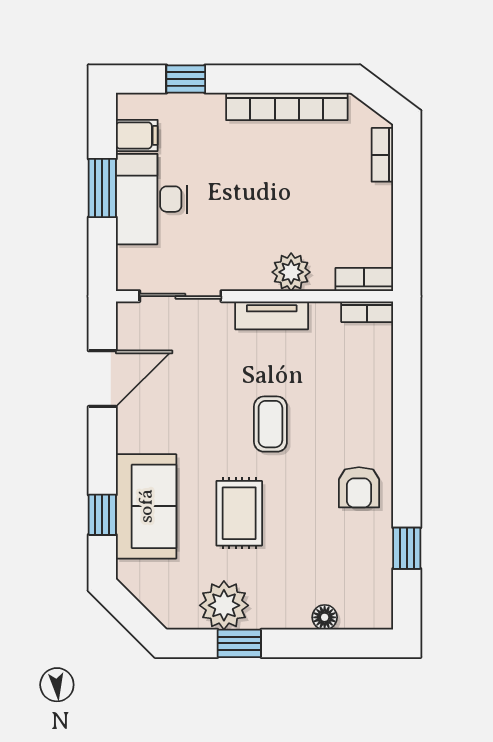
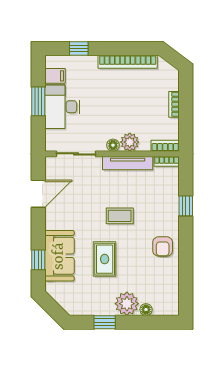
bookcase: (382, 155) -> (174, 104), moved
floor lamp: (257, 278) -> (113, 145), added
tv unit: (272, 315) -> (128, 163), width x1.41
coffee table: (270, 424) -> (120, 216), turned 90
window: (407, 548) -> (186, 206), moved
plant: (224, 605) -> (127, 304), moved

